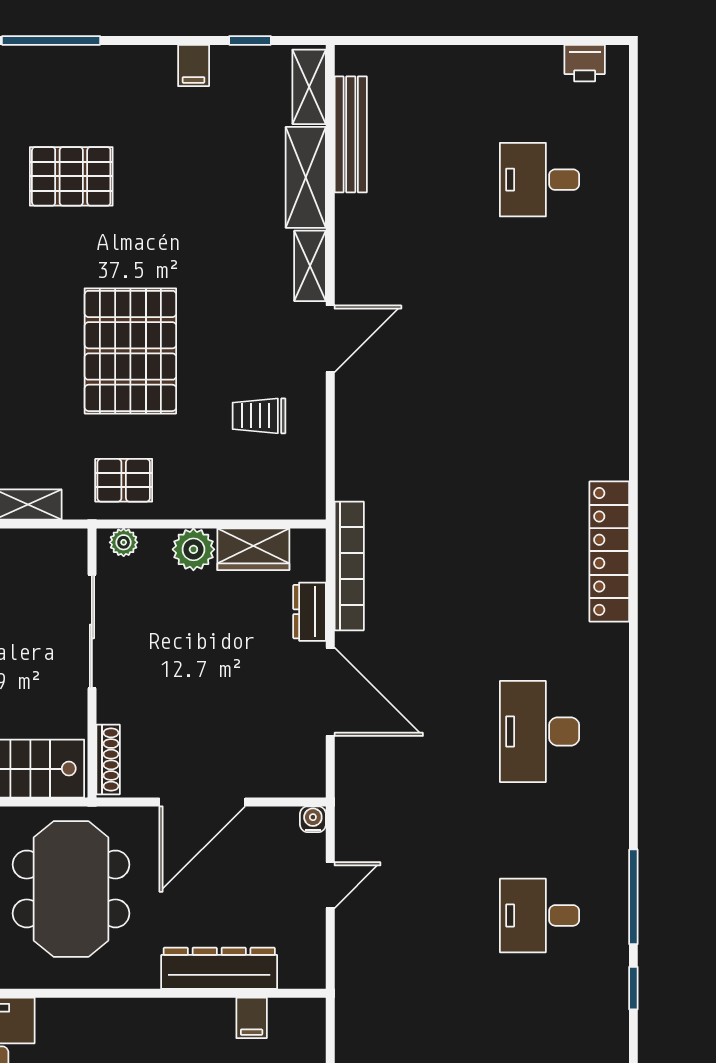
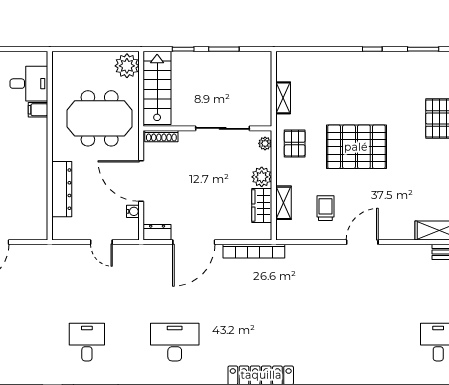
shelving: (310, 266) -> (283, 203), moved, turned 90
door: (330, 339) -> (362, 242), swing flipped
dresser: (310, 612) -> (157, 232), moved
water cooler: (313, 819) -> (133, 211), moved
filing cabinet: (252, 1018) -> (38, 110), moved

